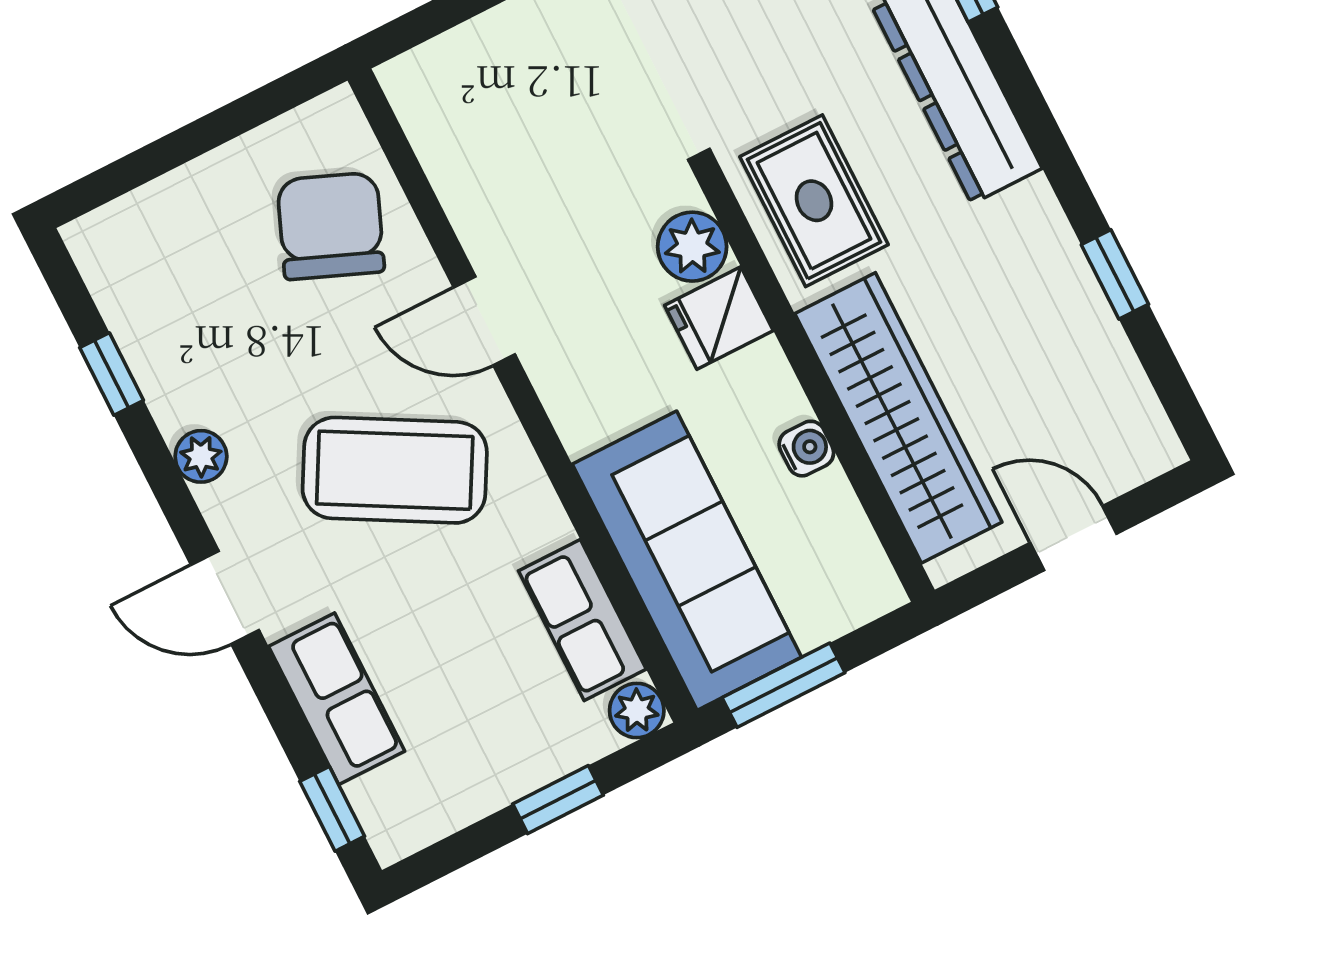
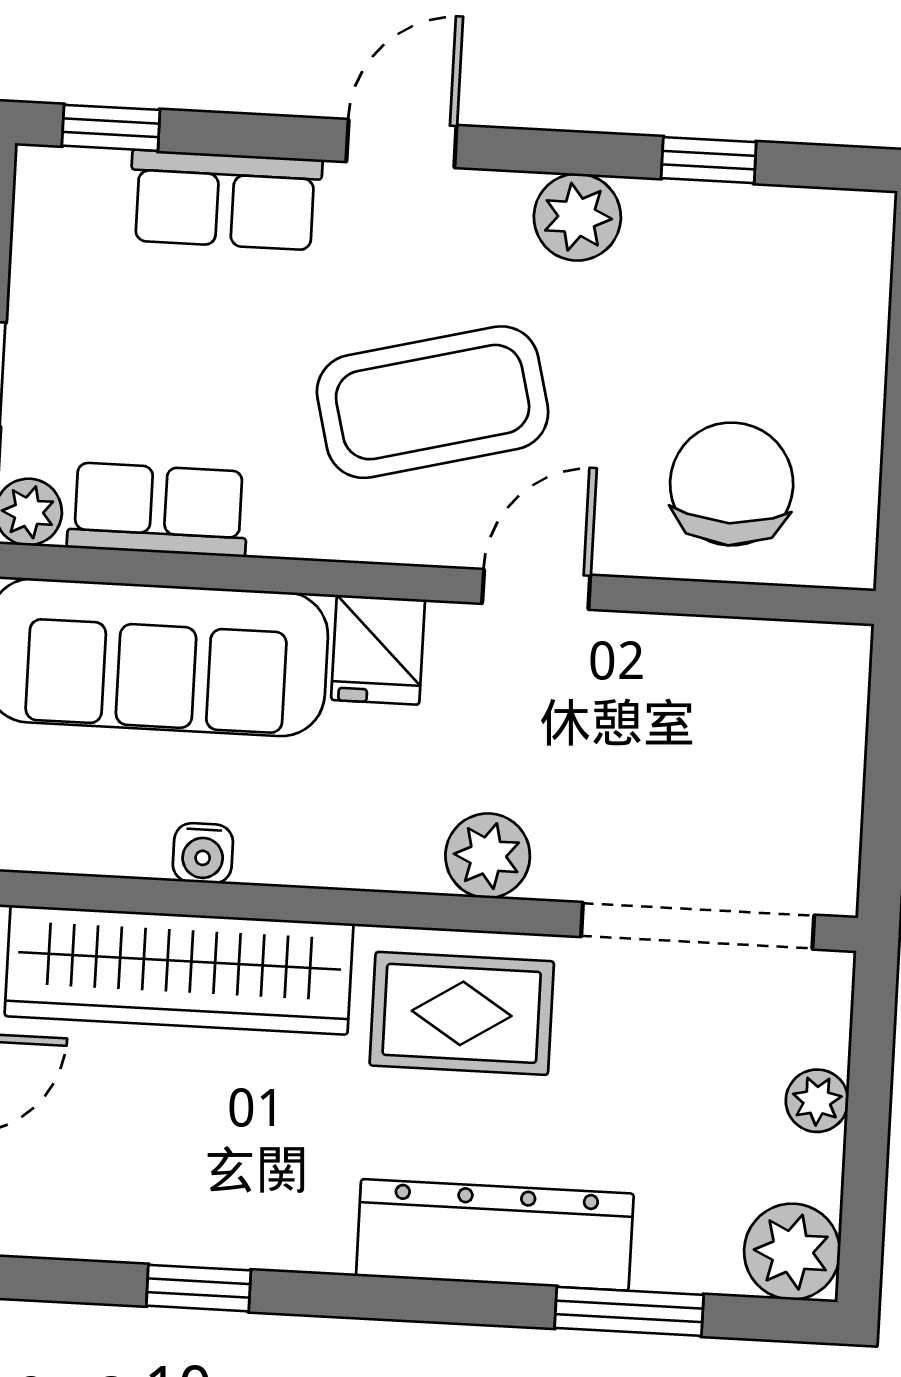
chair: (331, 226) -> (732, 484), turned -112
fridge: (719, 318) -> (378, 650), moved, turned 180
plant: (201, 456) -> (577, 217), width x1.38, depth x1.38
coffee table: (395, 470) -> (433, 402), turned 47

